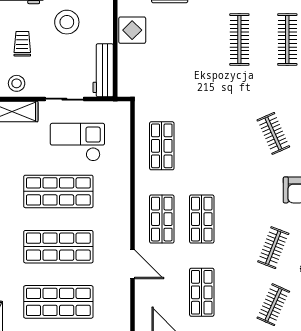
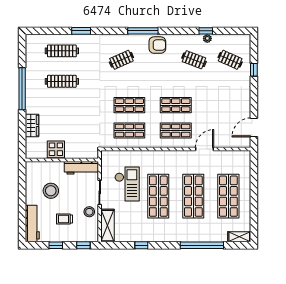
stool: (17, 83) -> (89, 212), moved
checkout: (77, 142) -> (127, 184), turned 180
shop shelf: (202, 292) -> (129, 105), moved

